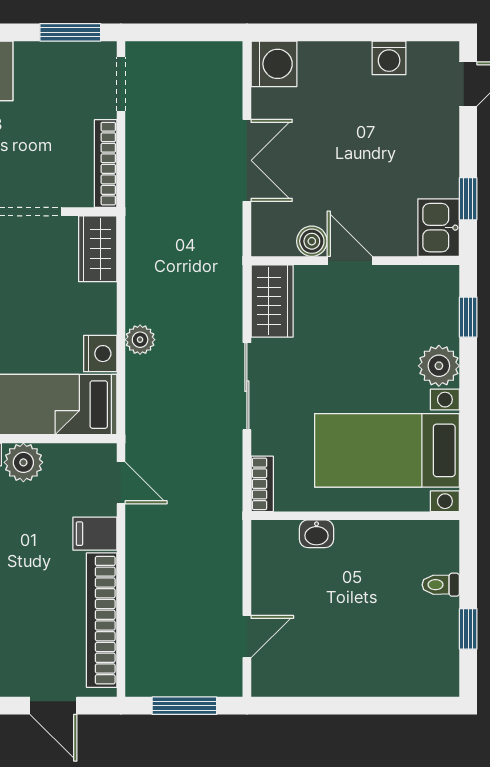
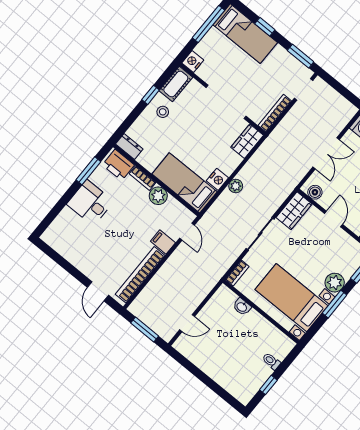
boiler: (312, 241) -> (315, 192), moved
window: (468, 402) -> (334, 304), added

